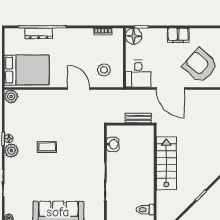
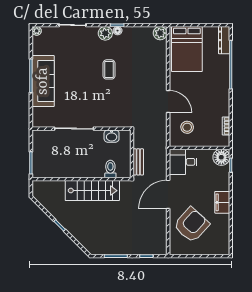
dresser: (39, 33) -> (224, 40), moved
door: (79, 89) -> (168, 102), hinge flipped
toilet: (145, 210) -> (110, 169), moved

